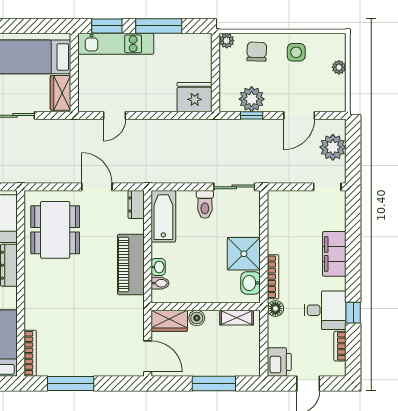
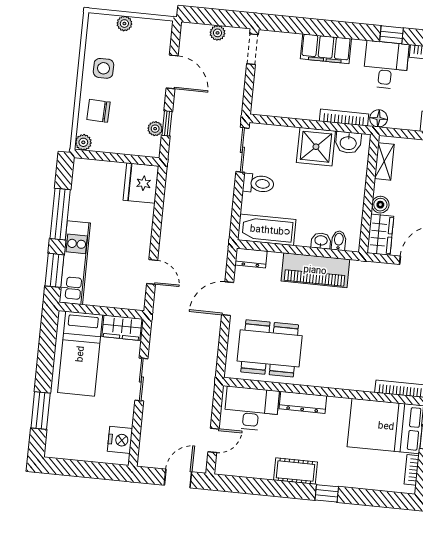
plant: (252, 99) -> (155, 129), width x0.53, depth x0.53
plant: (333, 147) -> (218, 33), width x0.53, depth x0.53

